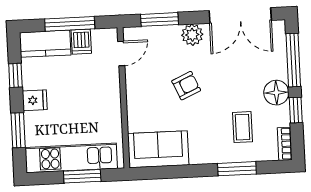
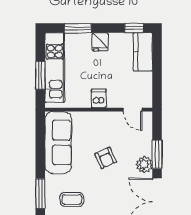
window: (159, 19) -> (157, 154), moved
window: (70, 24) -> (157, 72), removed
dishwasher: (81, 42) -> (99, 98), moved, turned 90
window: (15, 75) -> (134, 28), moved
sofa: (158, 149) -> (58, 142), width x1.36

